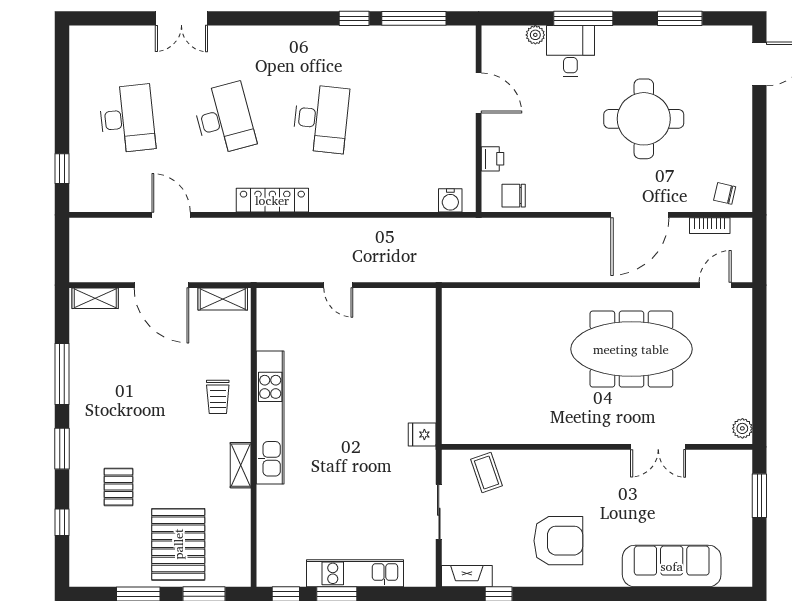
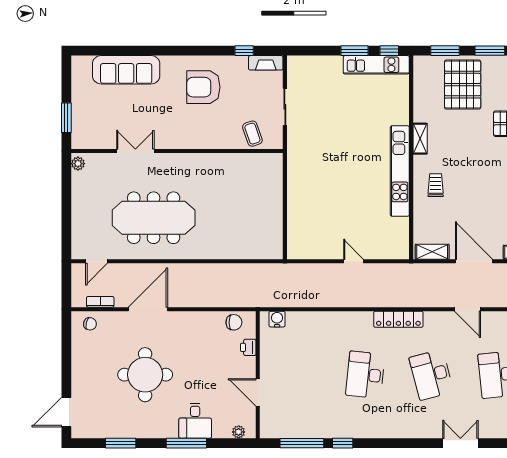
plant: (535, 35) -> (239, 432), moved
fridge: (422, 435) -> (296, 159), removed
kitchen unit: (355, 573) -> (376, 65), moved

